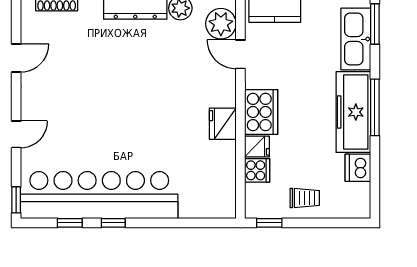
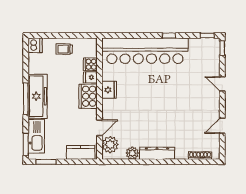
door: (240, 54) -> (99, 128), hinge flipped
door: (16, 134) -> (222, 84), hinge flipped
dishwasher: (358, 168) -> (35, 45), moved
bar counter: (99, 195) -> (145, 51), moved
window: (70, 223) -> (207, 35), moved
window: (269, 223) -> (84, 35), removed

